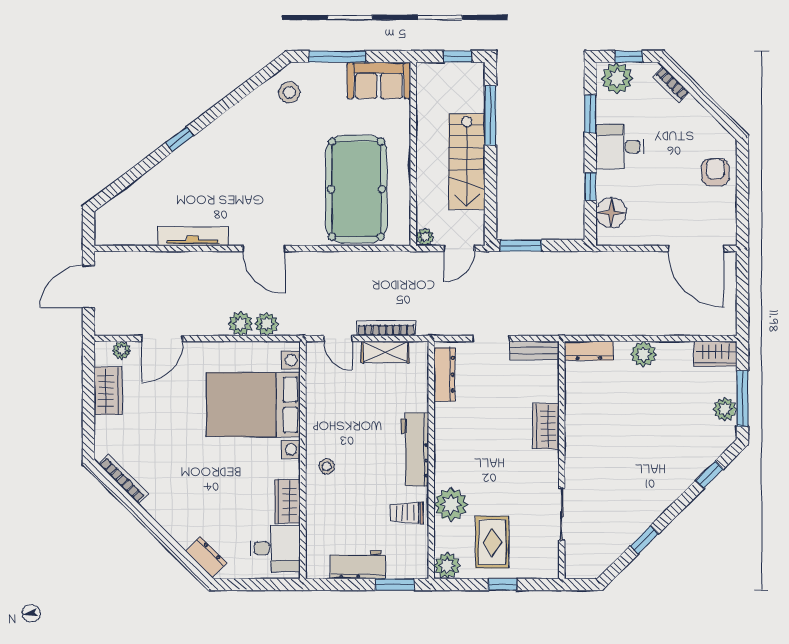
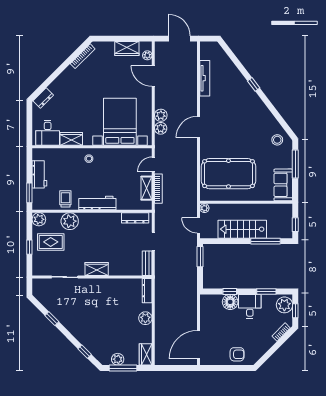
floor lamp: (611, 213) -> (230, 302), moved
tv unit: (193, 236) -> (205, 78), moved
wardrobe: (546, 426) -> (97, 269), moved

